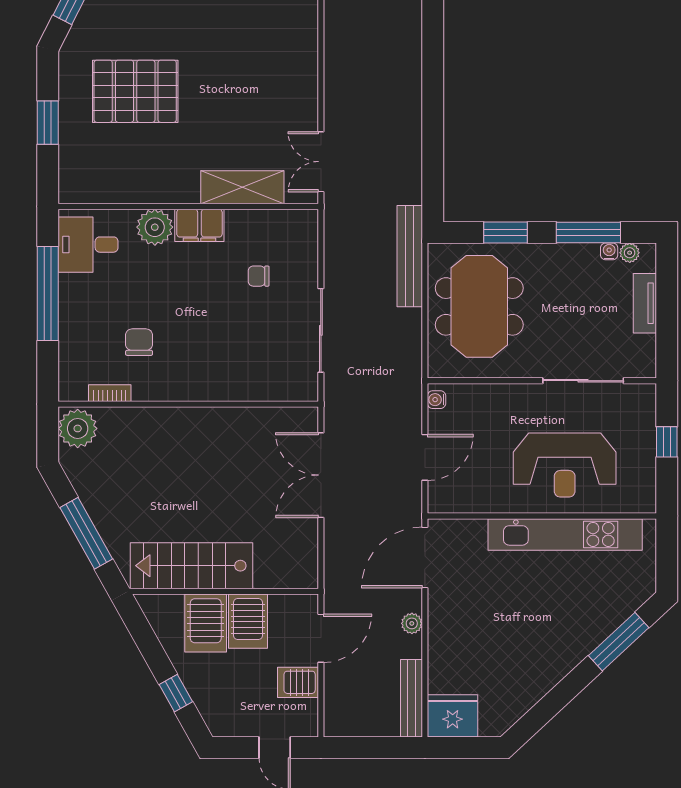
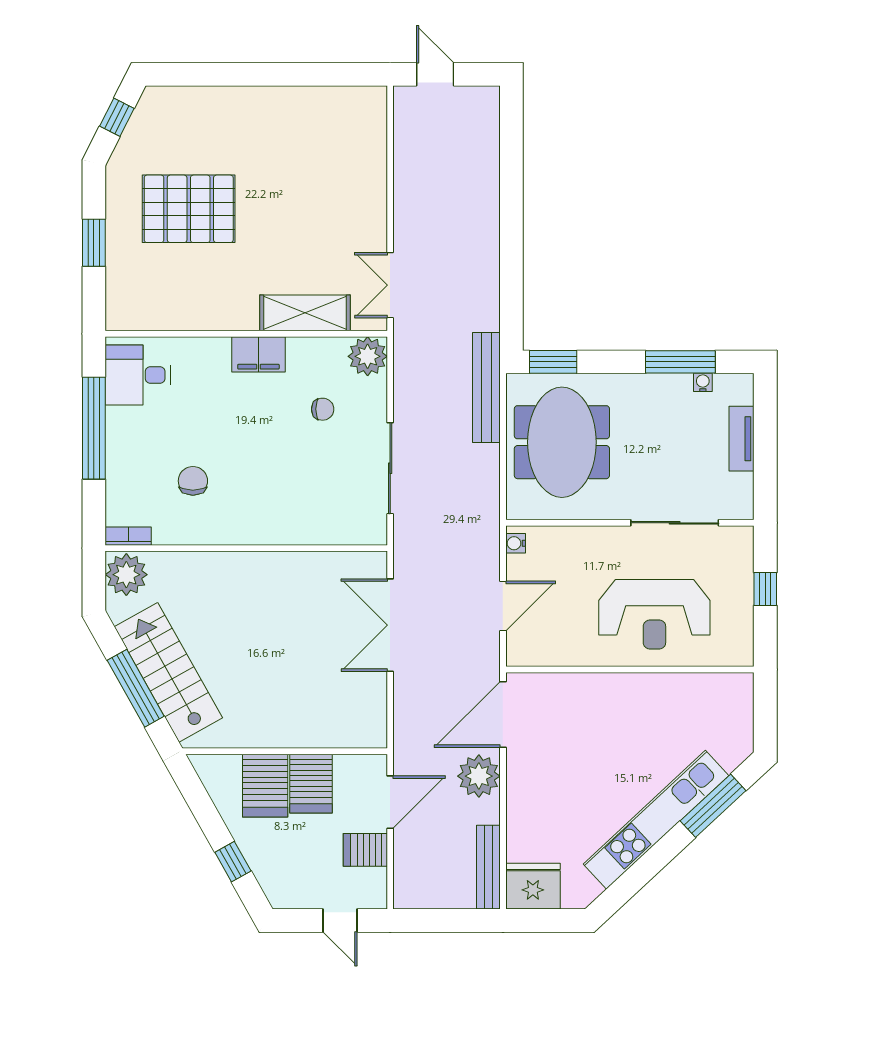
plant: (155, 227) -> (368, 356), moved
window: (506, 232) -> (553, 362), moved
plant: (630, 253) -> (725, 384), removed
chair: (259, 276) -> (323, 409), turned 180
bookcase: (110, 393) -> (128, 536), moved
kitchen unit: (565, 534) -> (656, 820), moved, turned 137
stairs: (191, 566) -> (168, 672), moved, turned 61
plant: (412, 623) -> (479, 776), width x1.87, depth x1.87

